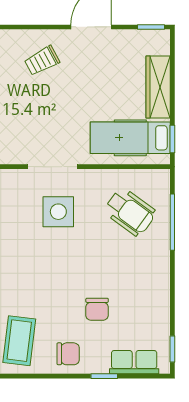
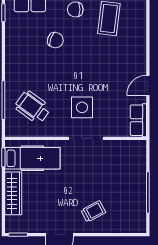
chair: (97, 309) -> (55, 40), turned 110

